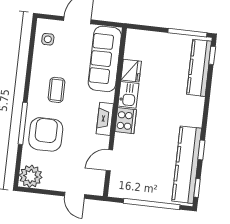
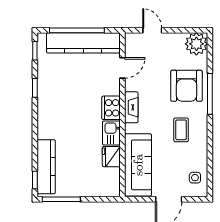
kitchen counter: (187, 165) -> (83, 43), moved, turned 90

